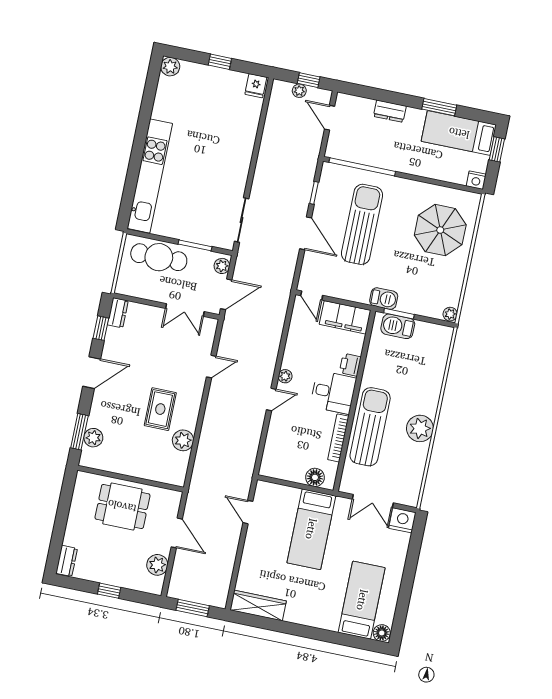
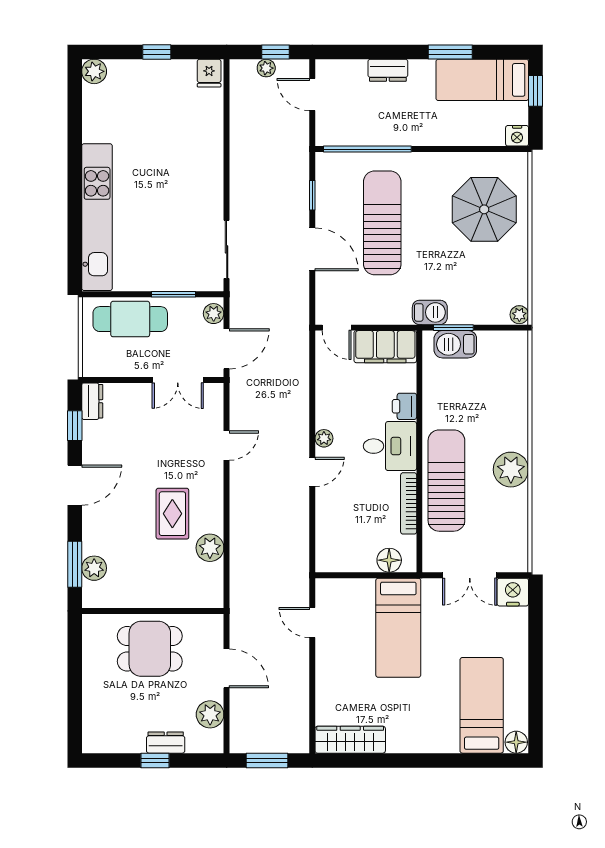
dresser: (67, 561) -> (166, 743), moved, turned -90

